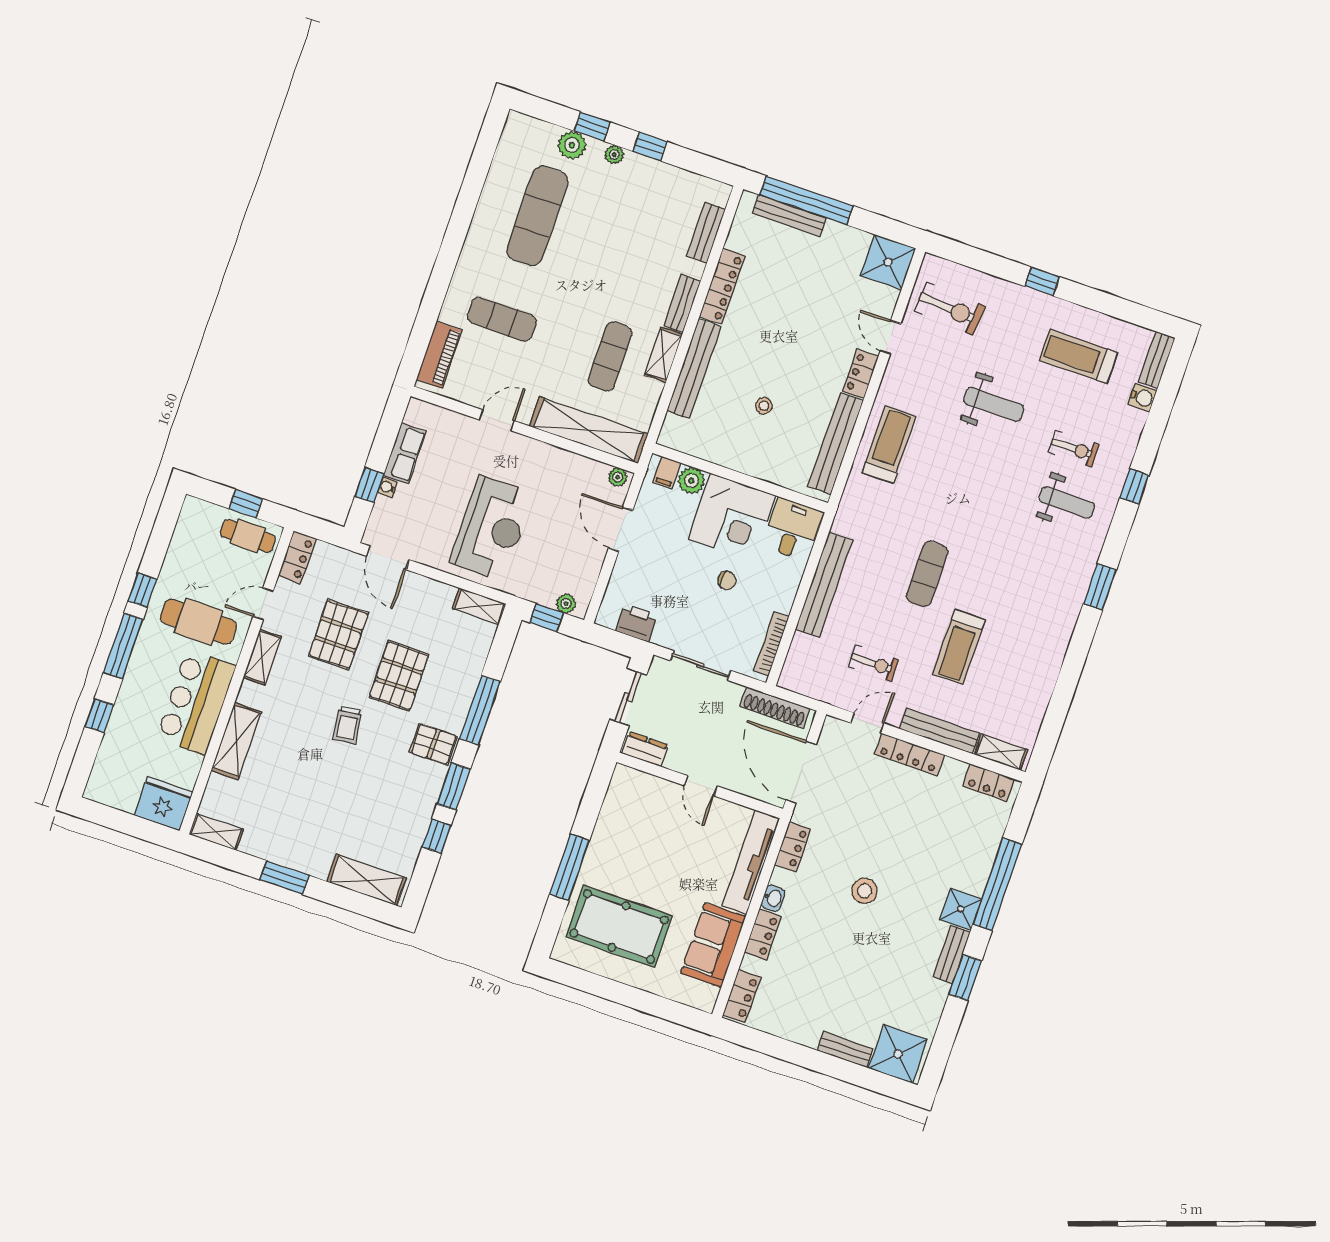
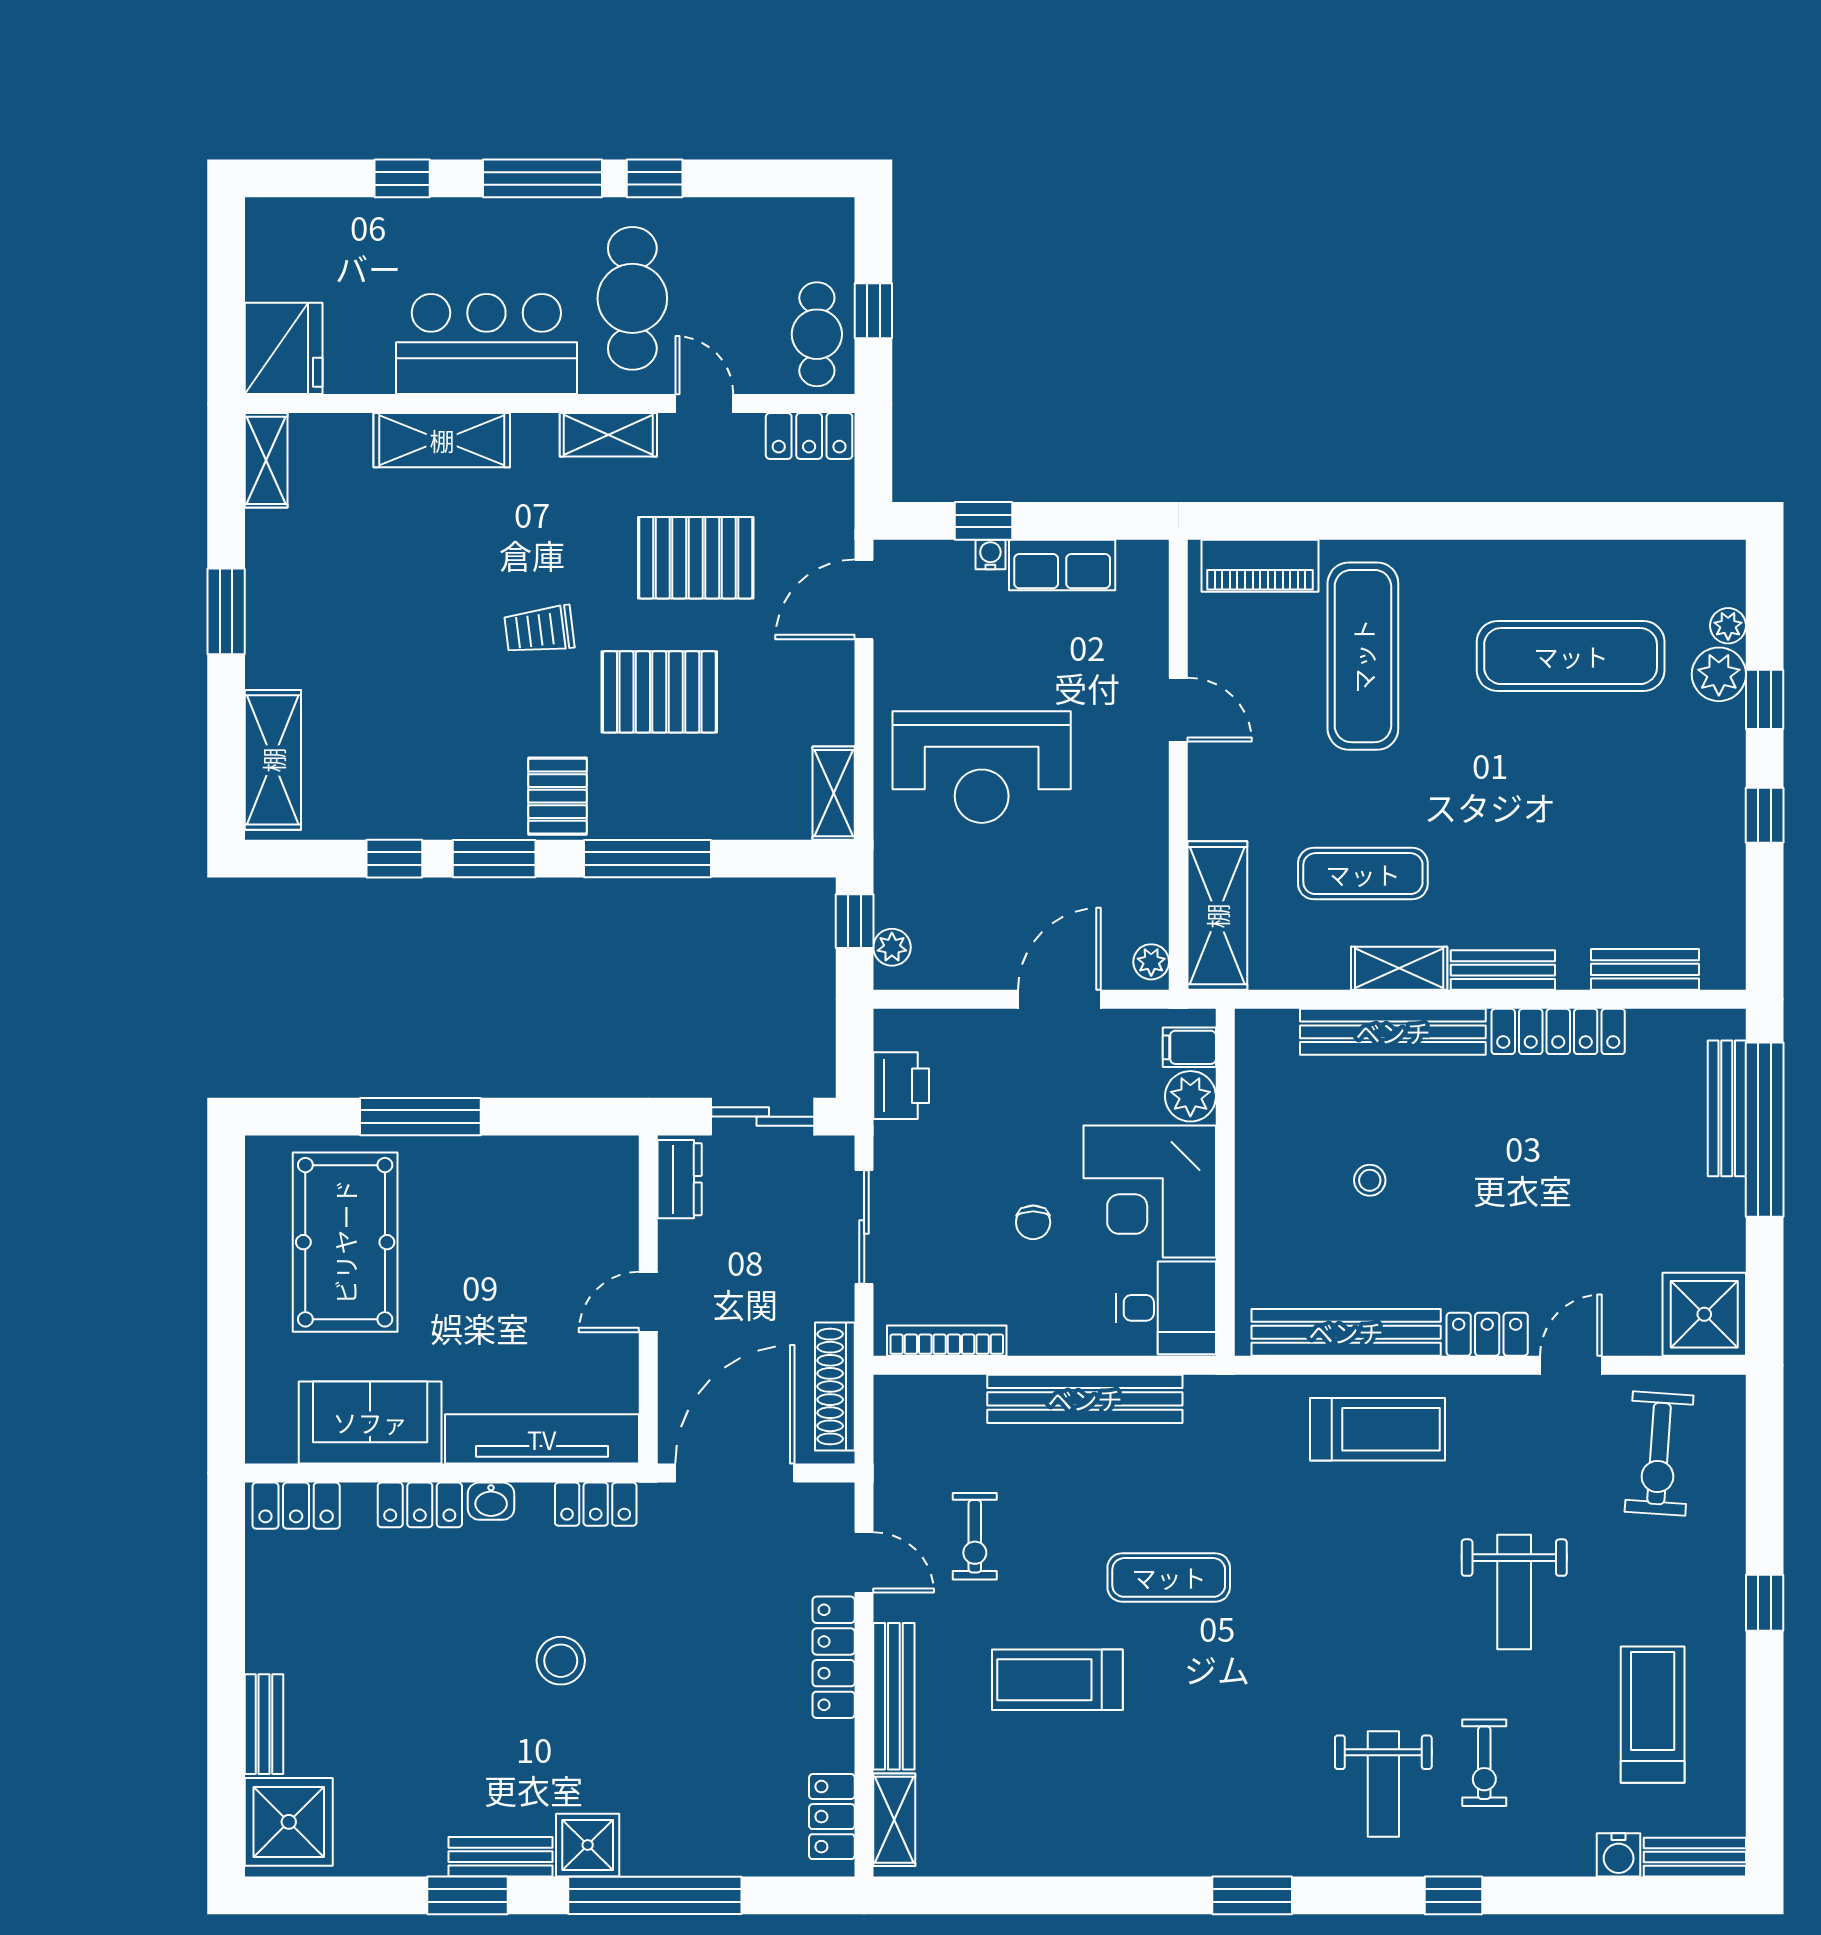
plant: (614, 155) -> (1728, 626), moved
exercise mat: (502, 319) -> (1363, 656), width x1.36, depth x1.45
shelving: (589, 430) -> (1217, 916), width x0.68

